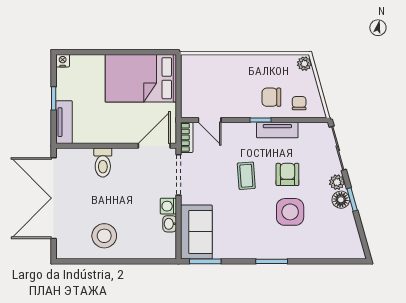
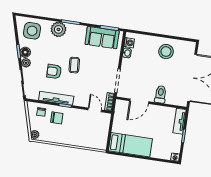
bed: (141, 78) -> (130, 145), width x0.67
tv unit: (277, 130) -> (56, 98), width x1.41
door: (154, 146) -> (139, 101), moved
armchair: (287, 174) -> (54, 72), turned 90
coffee table: (246, 176) -> (74, 65), moved
washing machine: (168, 206) -> (129, 43), moved
side table: (290, 212) -> (32, 31), moved
sofa: (196, 232) -> (102, 38), moved, turned -90
plant: (291, 246) -> (58, 29), added

